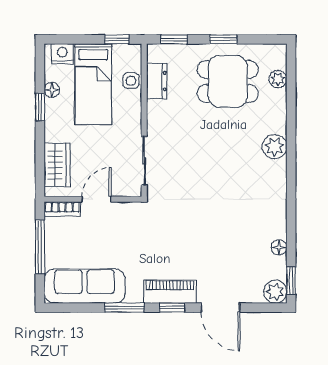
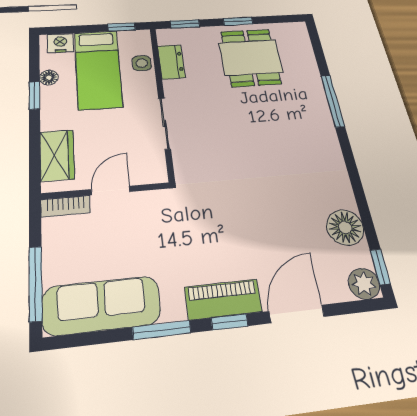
plant: (278, 79) -> (304, 52), removed
dining table: (228, 81) -> (251, 57), turned 90
window: (291, 133) -> (333, 101), added
plant: (275, 147) -> (318, 116), removed
sliding door: (144, 161) -> (164, 123), moved
window: (40, 247) -> (35, 283), moved
floor lamp: (279, 247) -> (345, 227), width x1.89, depth x1.89
door: (221, 308) -> (297, 314), swing flipped

